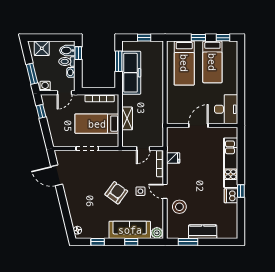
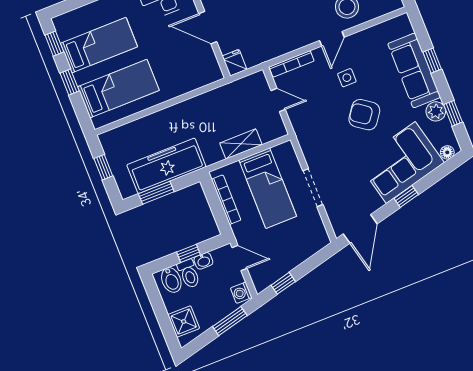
window: (78, 53) -> (189, 253), moved
fridge: (173, 158) -> (235, 63), moved
door: (57, 175) -> (360, 229), moved
window: (62, 198) -> (406, 196), added
corner sofa: (82, 202) -> (401, 162), added
plant: (157, 233) -> (436, 111), moved

